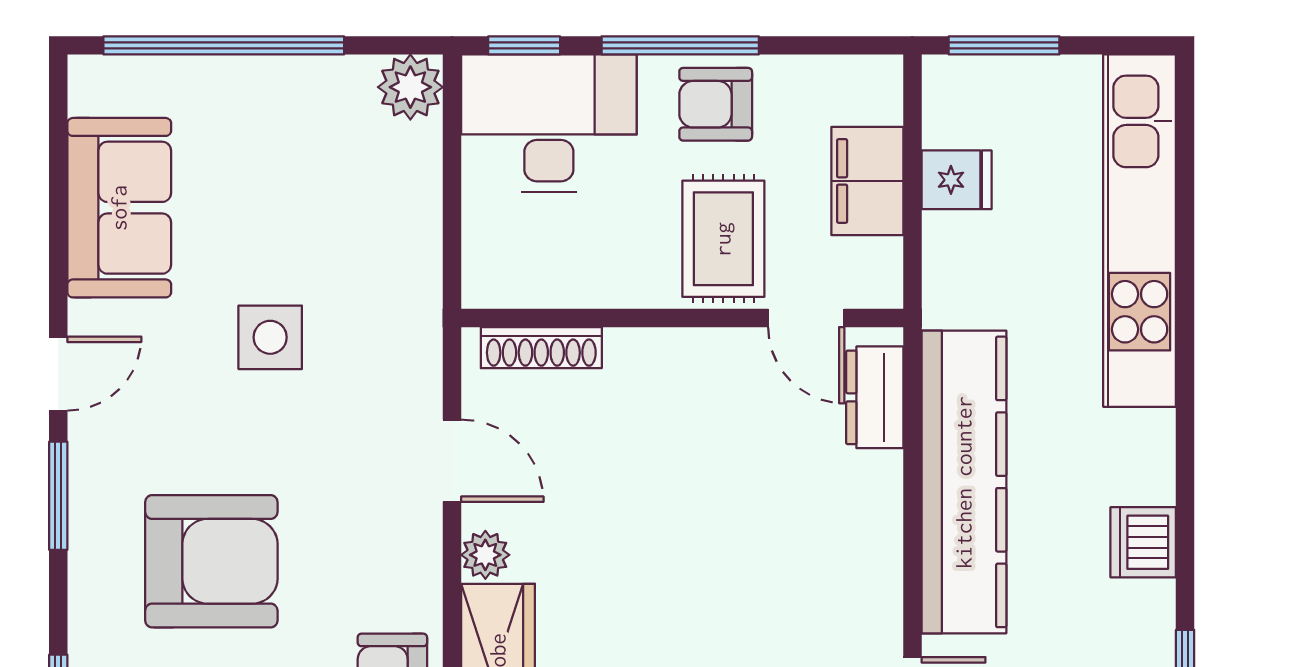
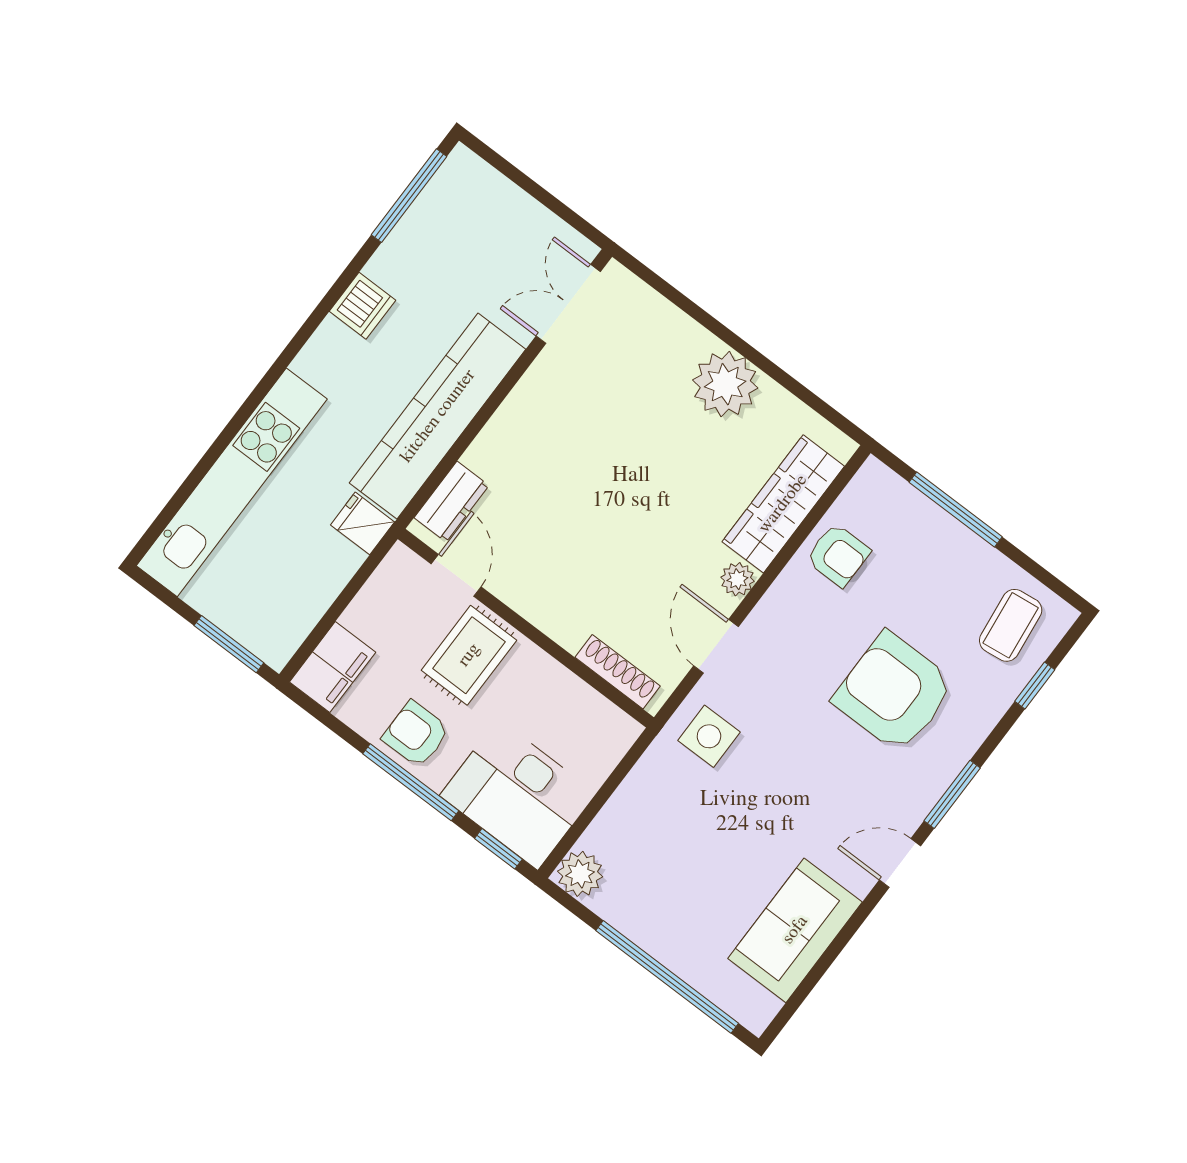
armchair: (716, 104) -> (416, 734), turned 180
fridge: (957, 180) -> (363, 523), moved
filing cabinet: (867, 181) -> (333, 667), moved
side table: (270, 337) -> (709, 736), moved

